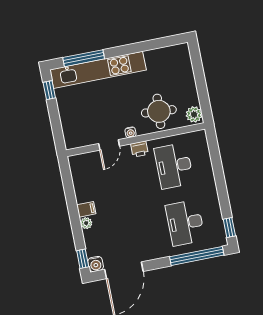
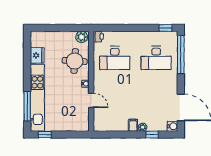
fridge: (156, 58) -> (37, 55), added
printer: (139, 149) -> (98, 37), moved
window: (83, 259) -> (152, 135), moved

